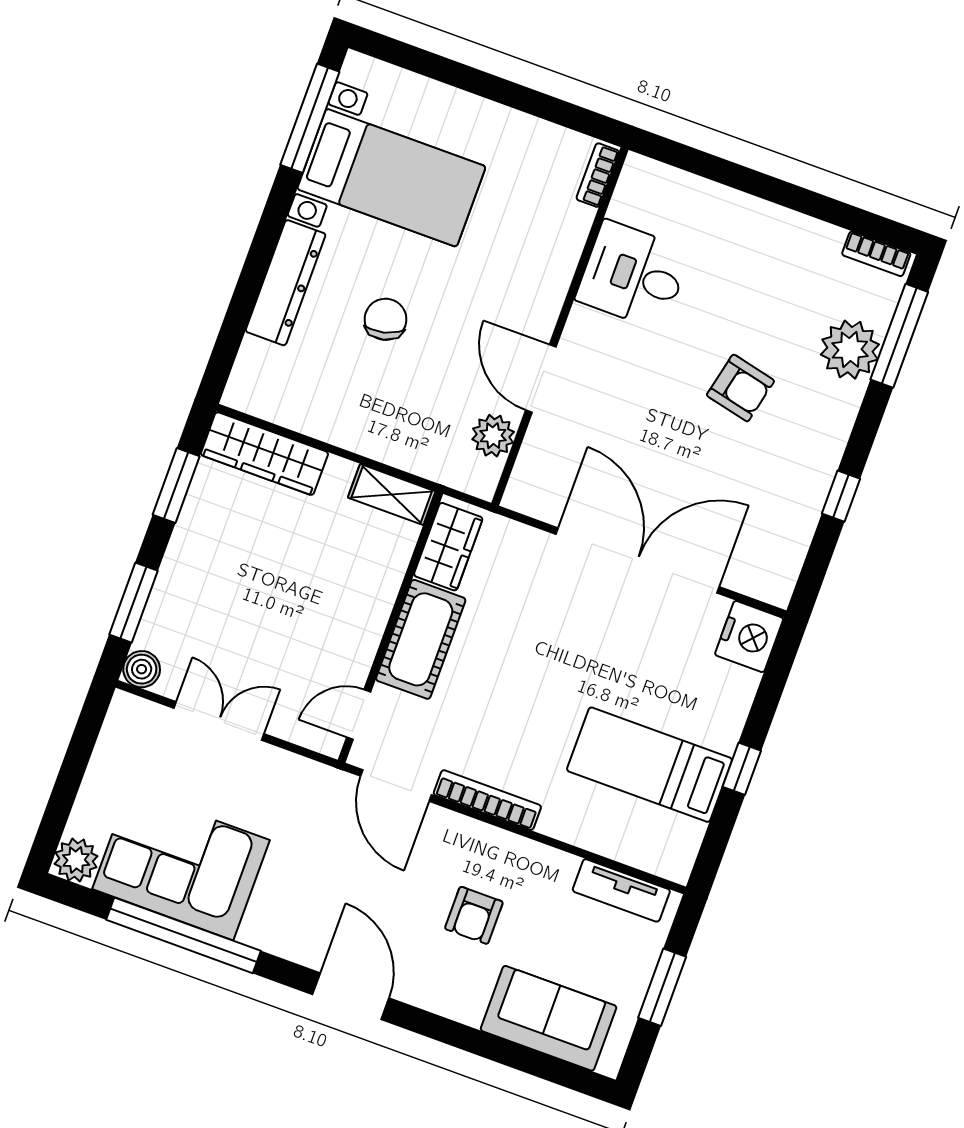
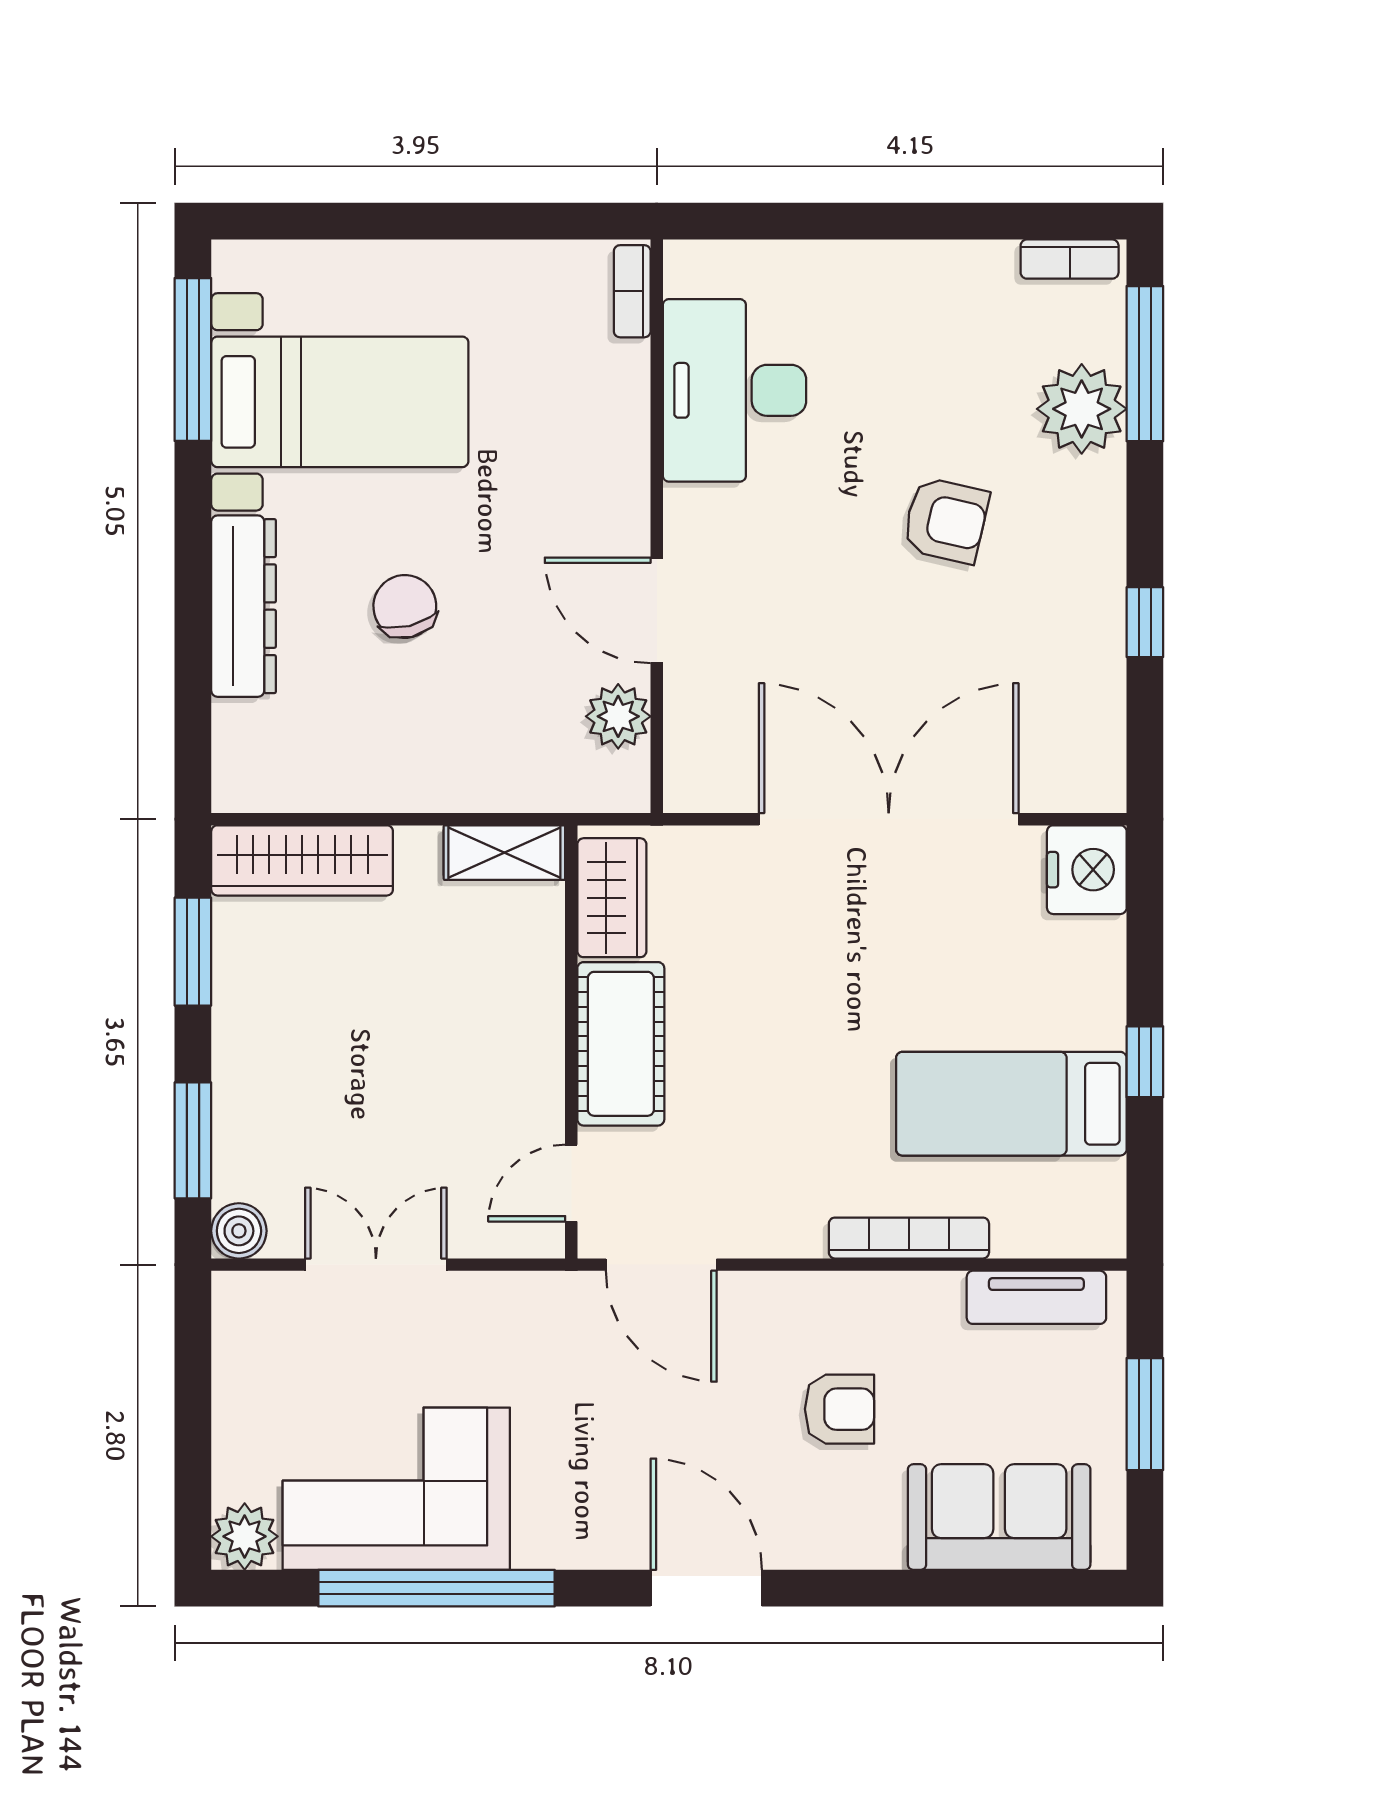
desk: (633, 275) -> (735, 390), width x1.37
bookcase: (487, 800) -> (909, 1238), moved
armchair: (474, 915) -> (840, 1409), turned -90

